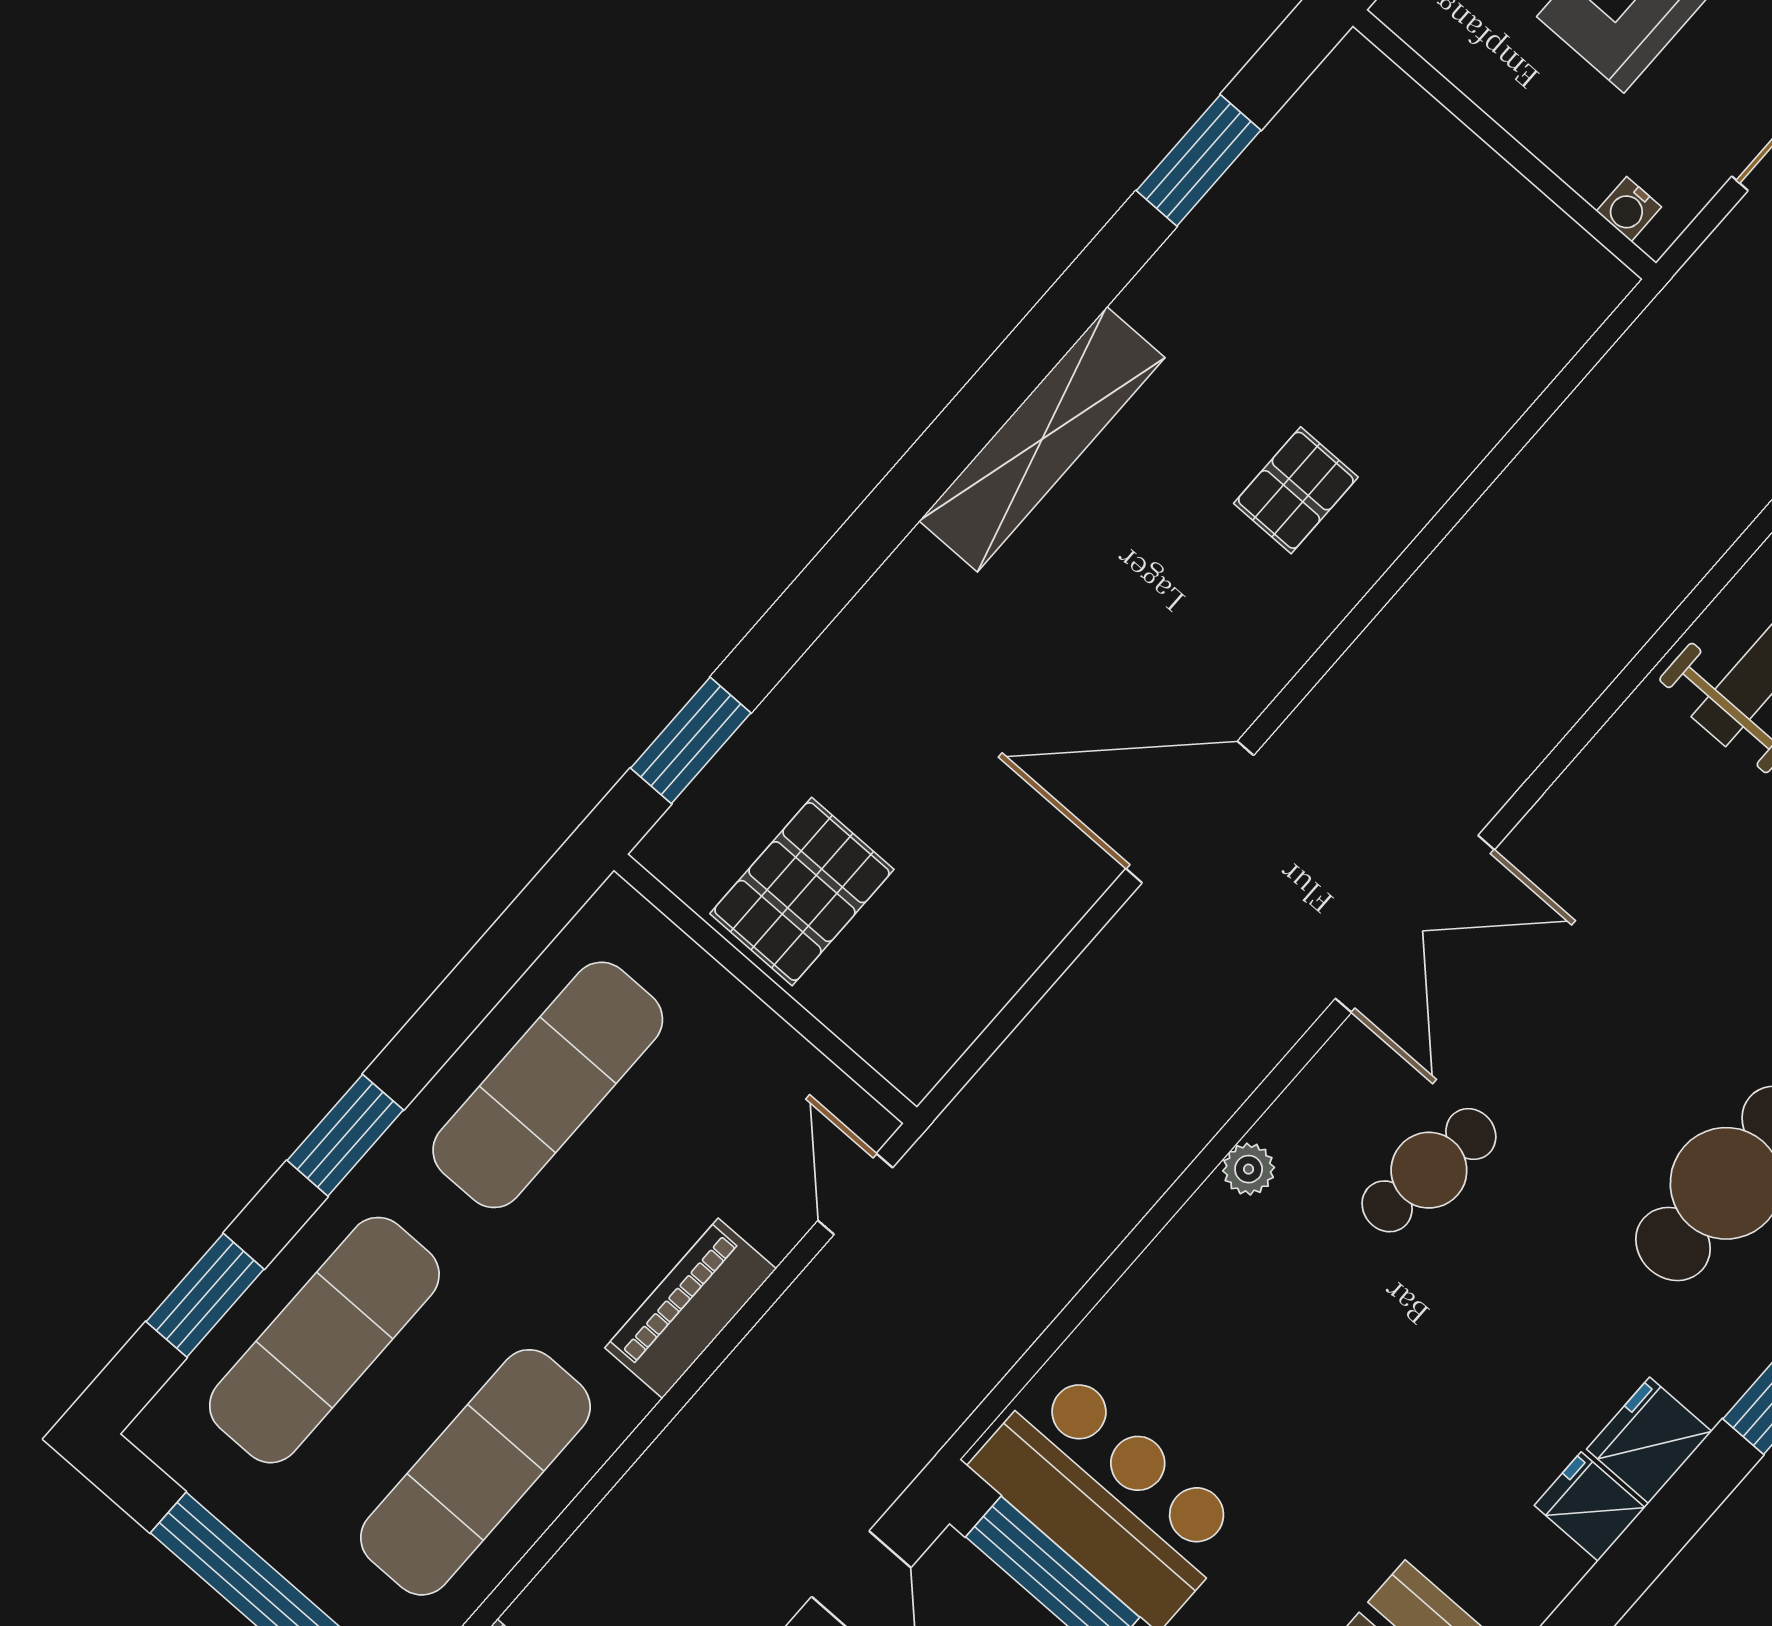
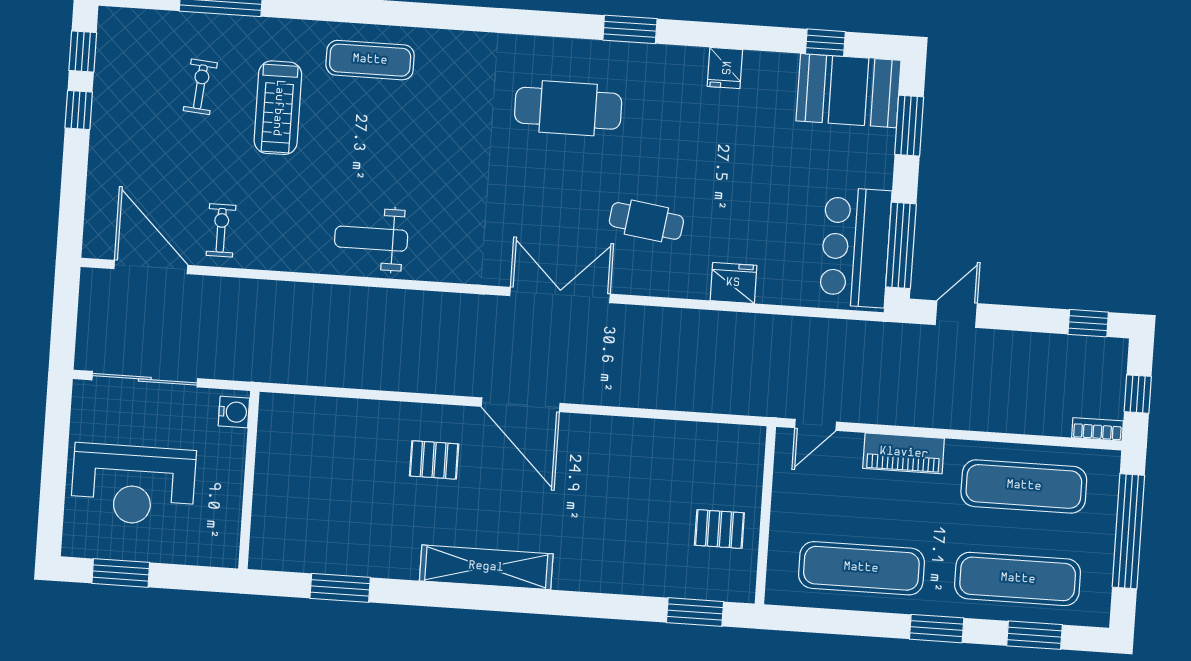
water cooler: (1629, 209) -> (234, 412), width x1.38, depth x1.38
door: (1190, 812) -> (521, 405), moved
pallet: (802, 892) -> (719, 529), width x0.67, depth x0.71
plant: (1249, 1169) -> (696, 288), removed
fridge: (1649, 1440) -> (733, 283), moved, turned 180

